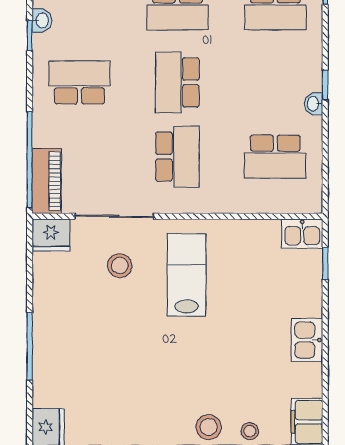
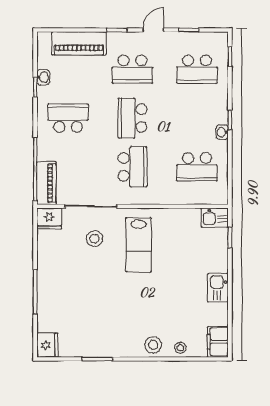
lab bench: (187, 275) -> (139, 245), turned 180

